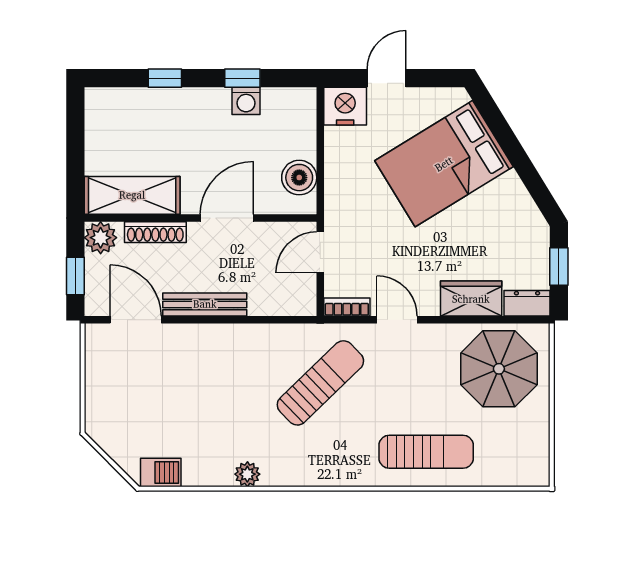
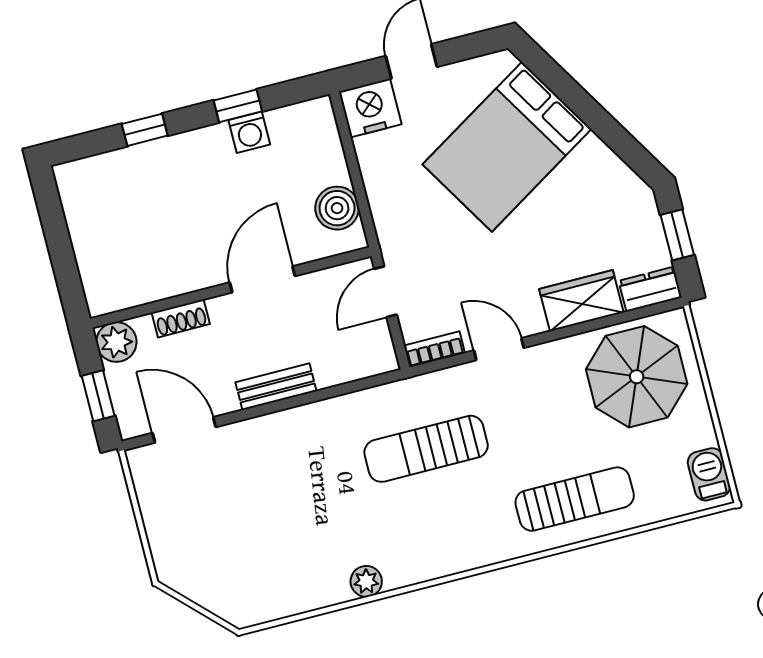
shelving: (132, 195) -> (141, 281), removed
shoe rack: (155, 232) -> (181, 318), width x0.70
bench: (205, 304) -> (276, 387), width x0.73
sun lounger: (320, 383) -> (426, 449), turned -136
barbecue: (161, 472) -> (709, 474), moved, turned -90

